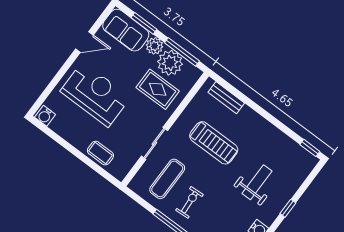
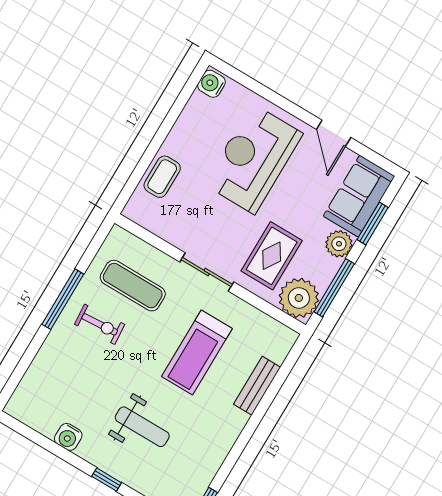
plant: (170, 63) -> (299, 298), moved
reception desk: (95, 94) -> (253, 159), turned 180
bench: (226, 98) -> (257, 386), moved
sliding door: (154, 143) -> (207, 272), moved

